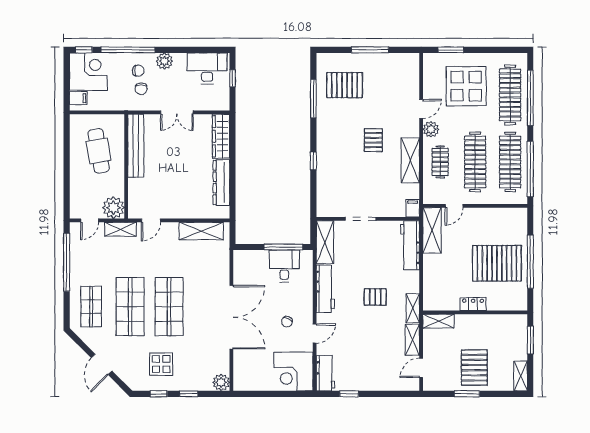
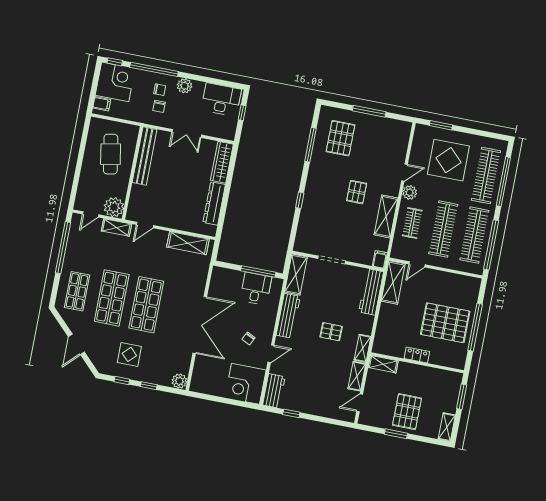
pallet: (345, 85) -> (340, 138), turned 90

